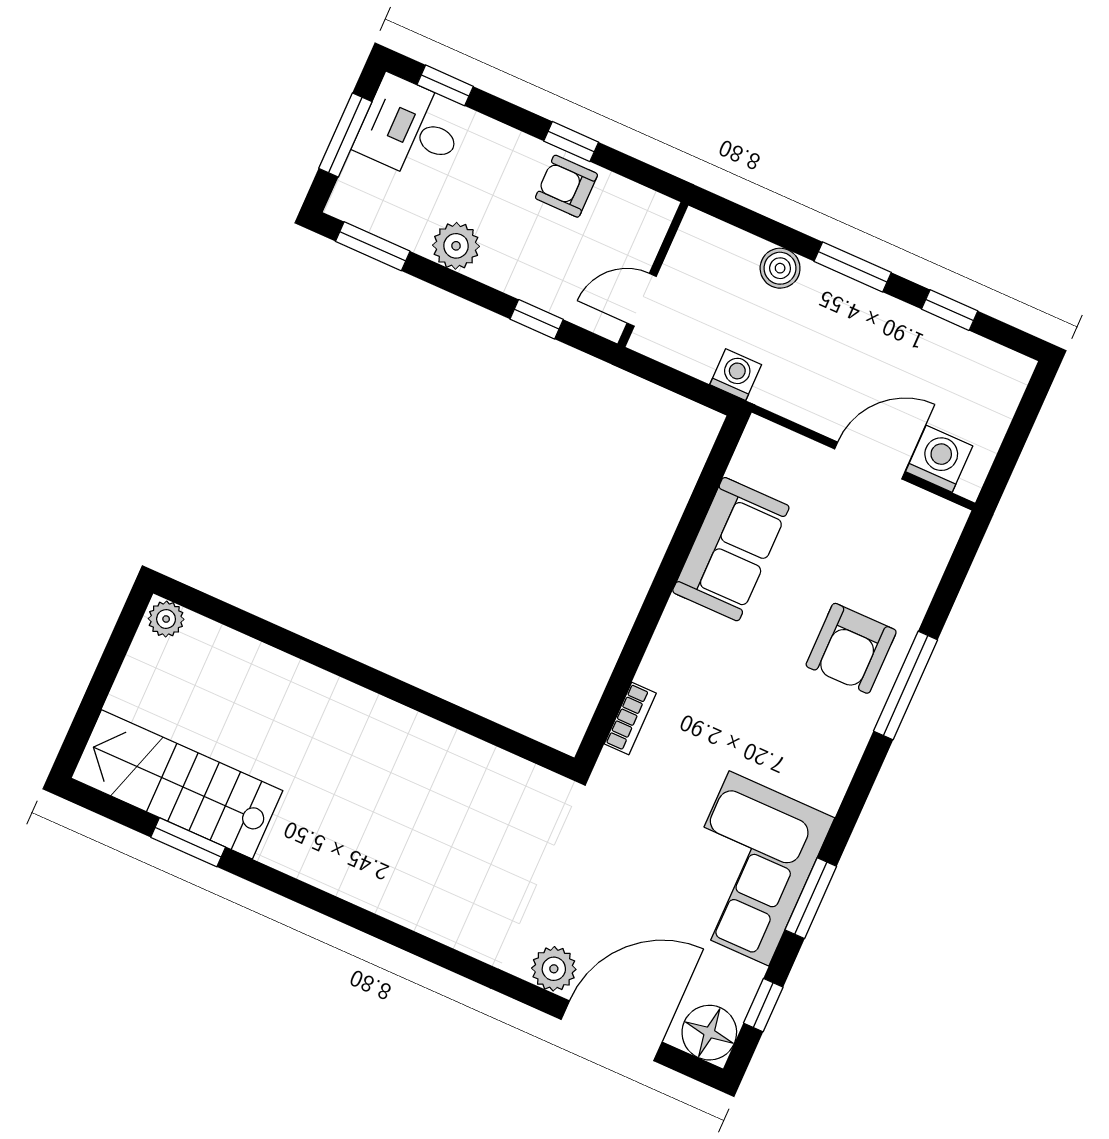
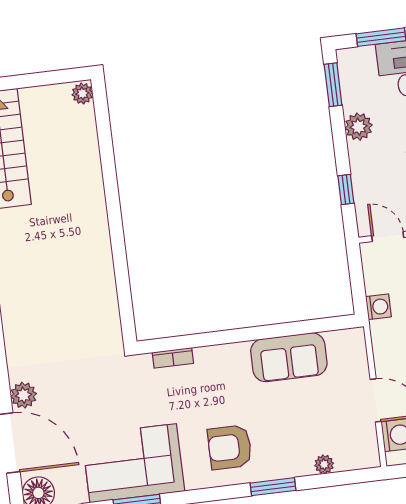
plant: (918, 591) -> (324, 464), added
armchair: (851, 648) -> (230, 447), moved
window: (906, 685) -> (273, 487), width x0.69

